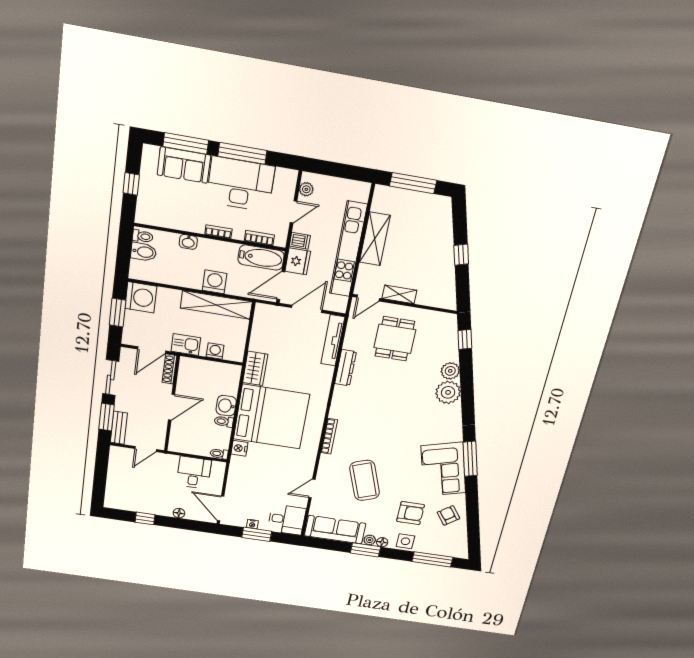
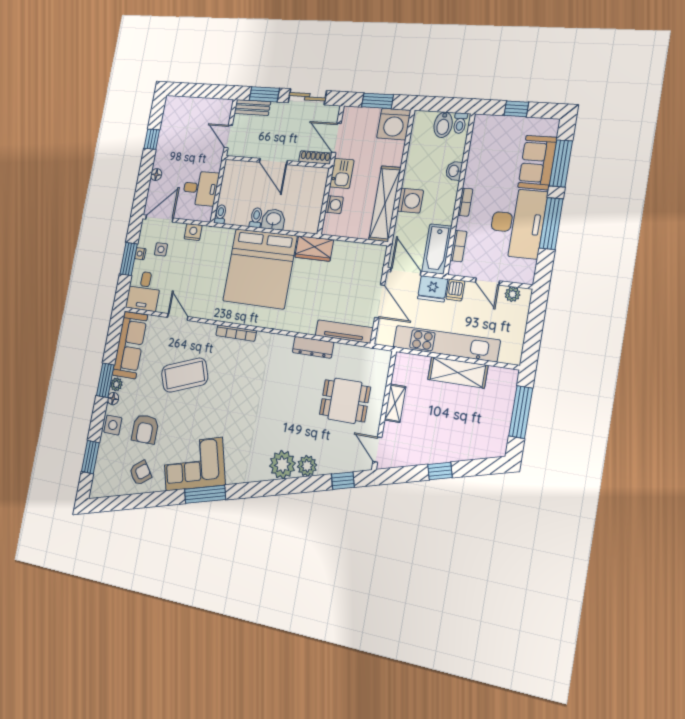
door: (368, 298) -> (377, 450), moved
nightstand: (239, 448) -> (193, 232), moved
side table: (249, 506) -> (161, 249), added
window: (432, 559) -> (90, 457), width x0.69

